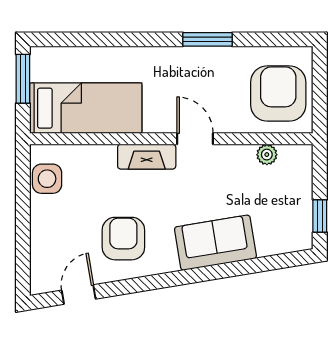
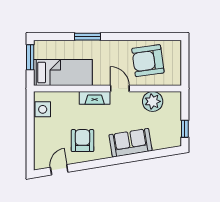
window: (208, 39) -> (87, 37), moved
armchair: (278, 94) -> (148, 61), moved, turned -98
plant: (267, 155) -> (153, 101), width x1.88, depth x1.88

